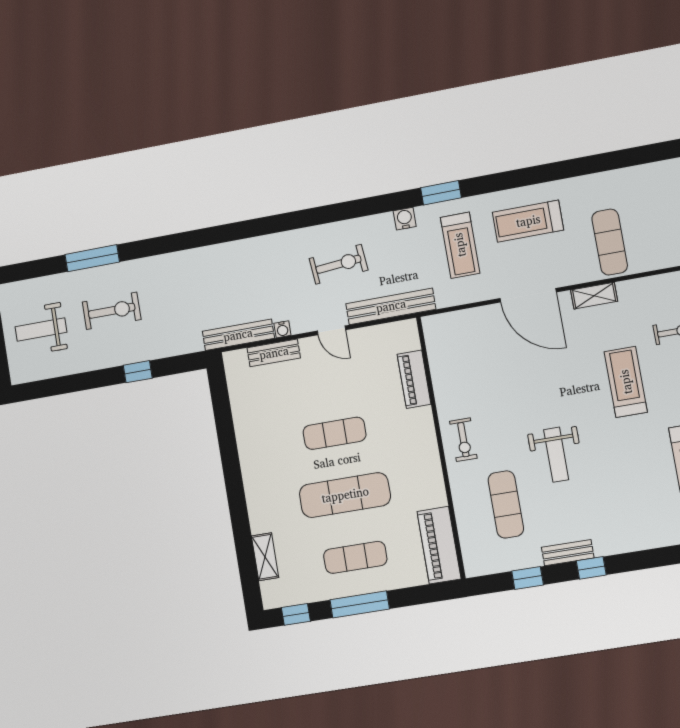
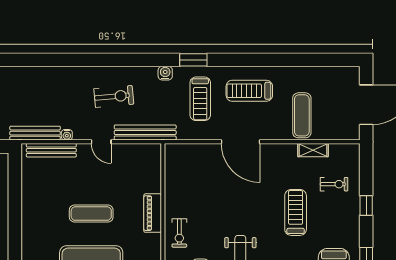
shelving: (594, 296) -> (313, 150), moved
bench: (274, 353) -> (51, 150), width x1.36
piano: (414, 379) -> (153, 213), moved

